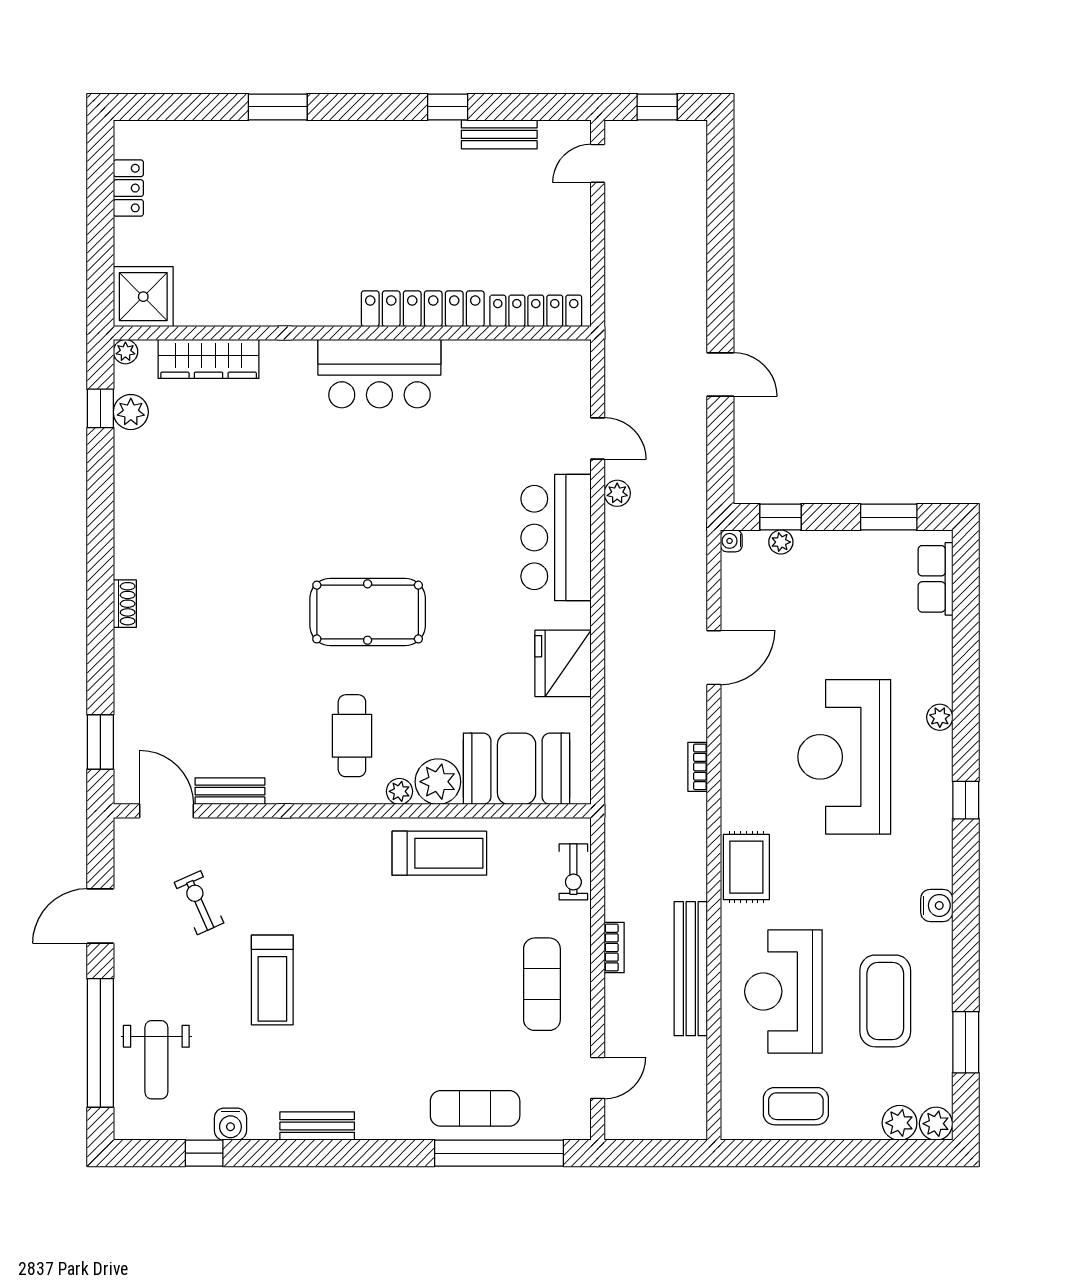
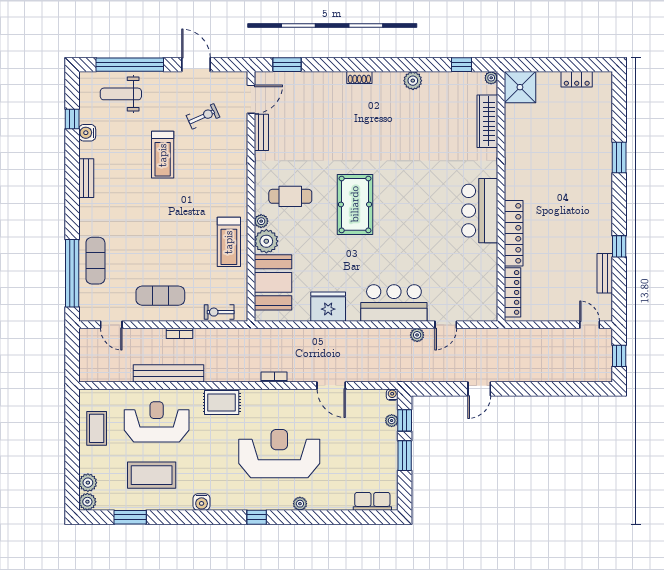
plant: (131, 412) -> (413, 81), moved
window: (889, 517) -> (405, 456), moved
treadmill: (272, 980) -> (163, 155), turned -90

